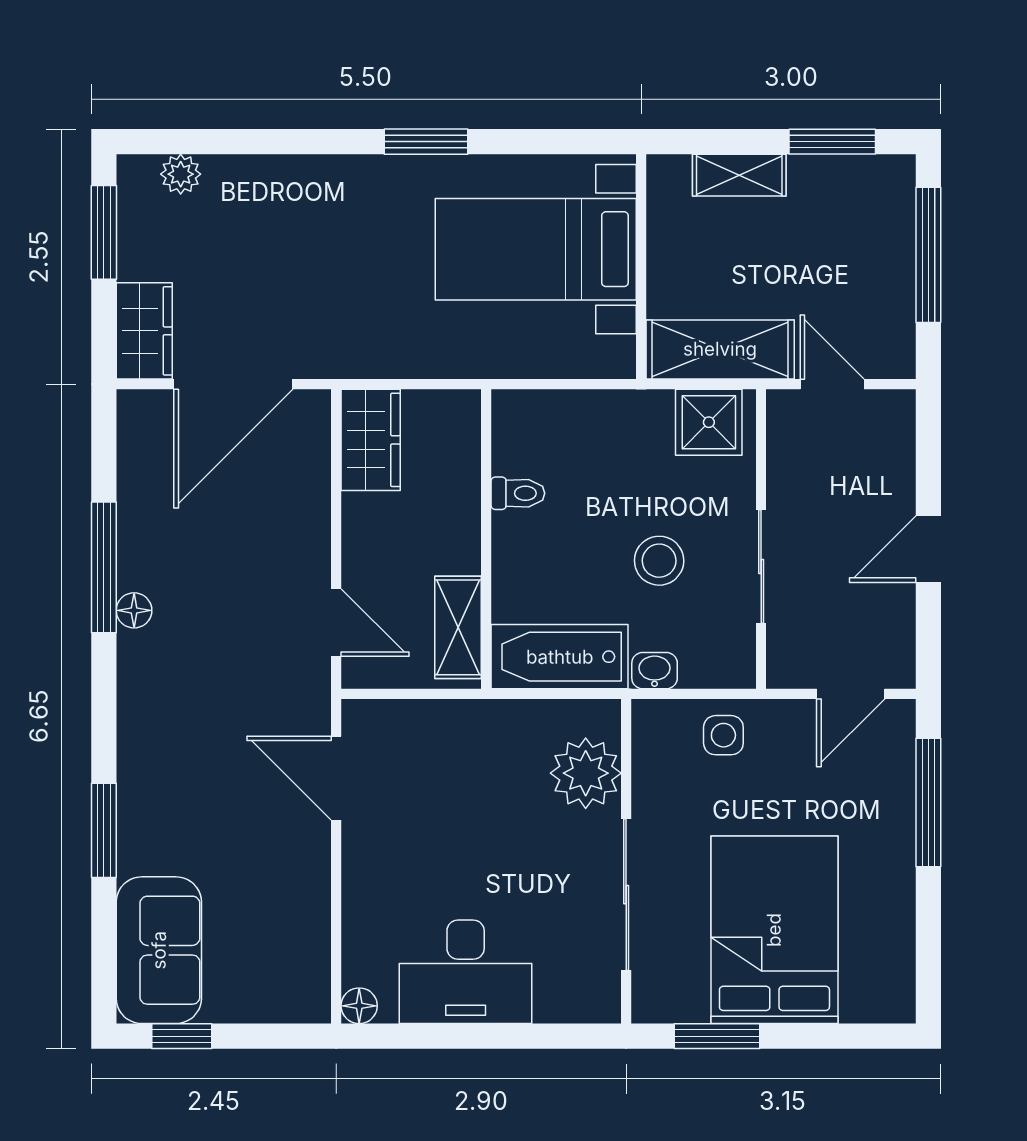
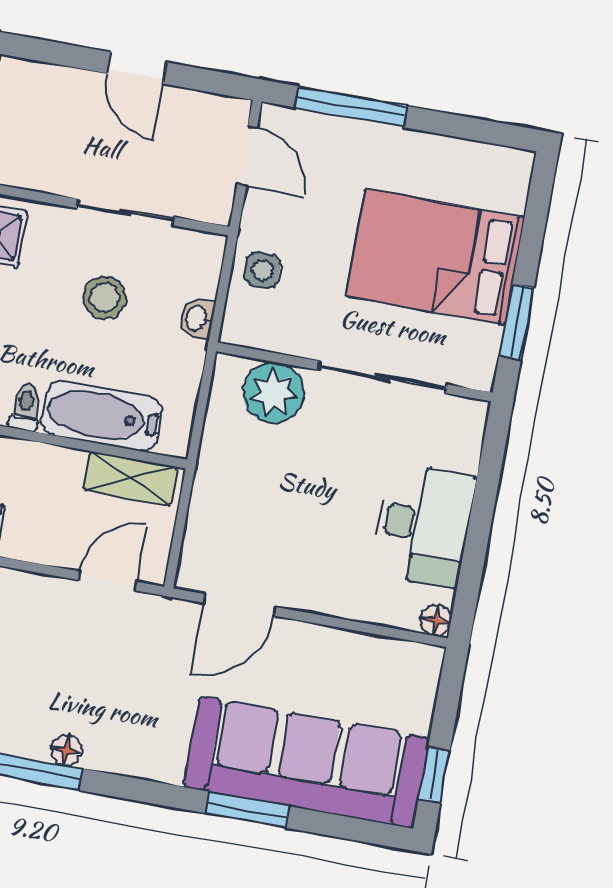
bathtub: (560, 657) -> (102, 416), moved, turned 90
sofa: (159, 950) -> (307, 762), width x1.85, depth x1.27

